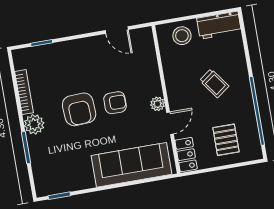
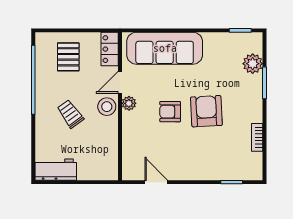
stool: (182, 36) -> (107, 107), moved
bookcase: (24, 92) -> (257, 137), width x0.64
plant: (34, 124) -> (253, 64), moved

